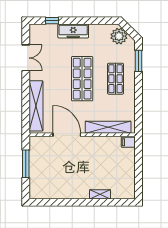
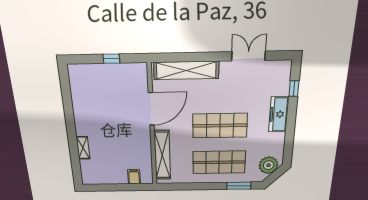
double door: (26, 58) -> (248, 56), swing flipped
shop shelf: (115, 79) -> (219, 162), width x1.43, depth x1.36
filing cabinet: (128, 142) -> (134, 177), moved
window: (26, 164) -> (111, 59), width x0.46

